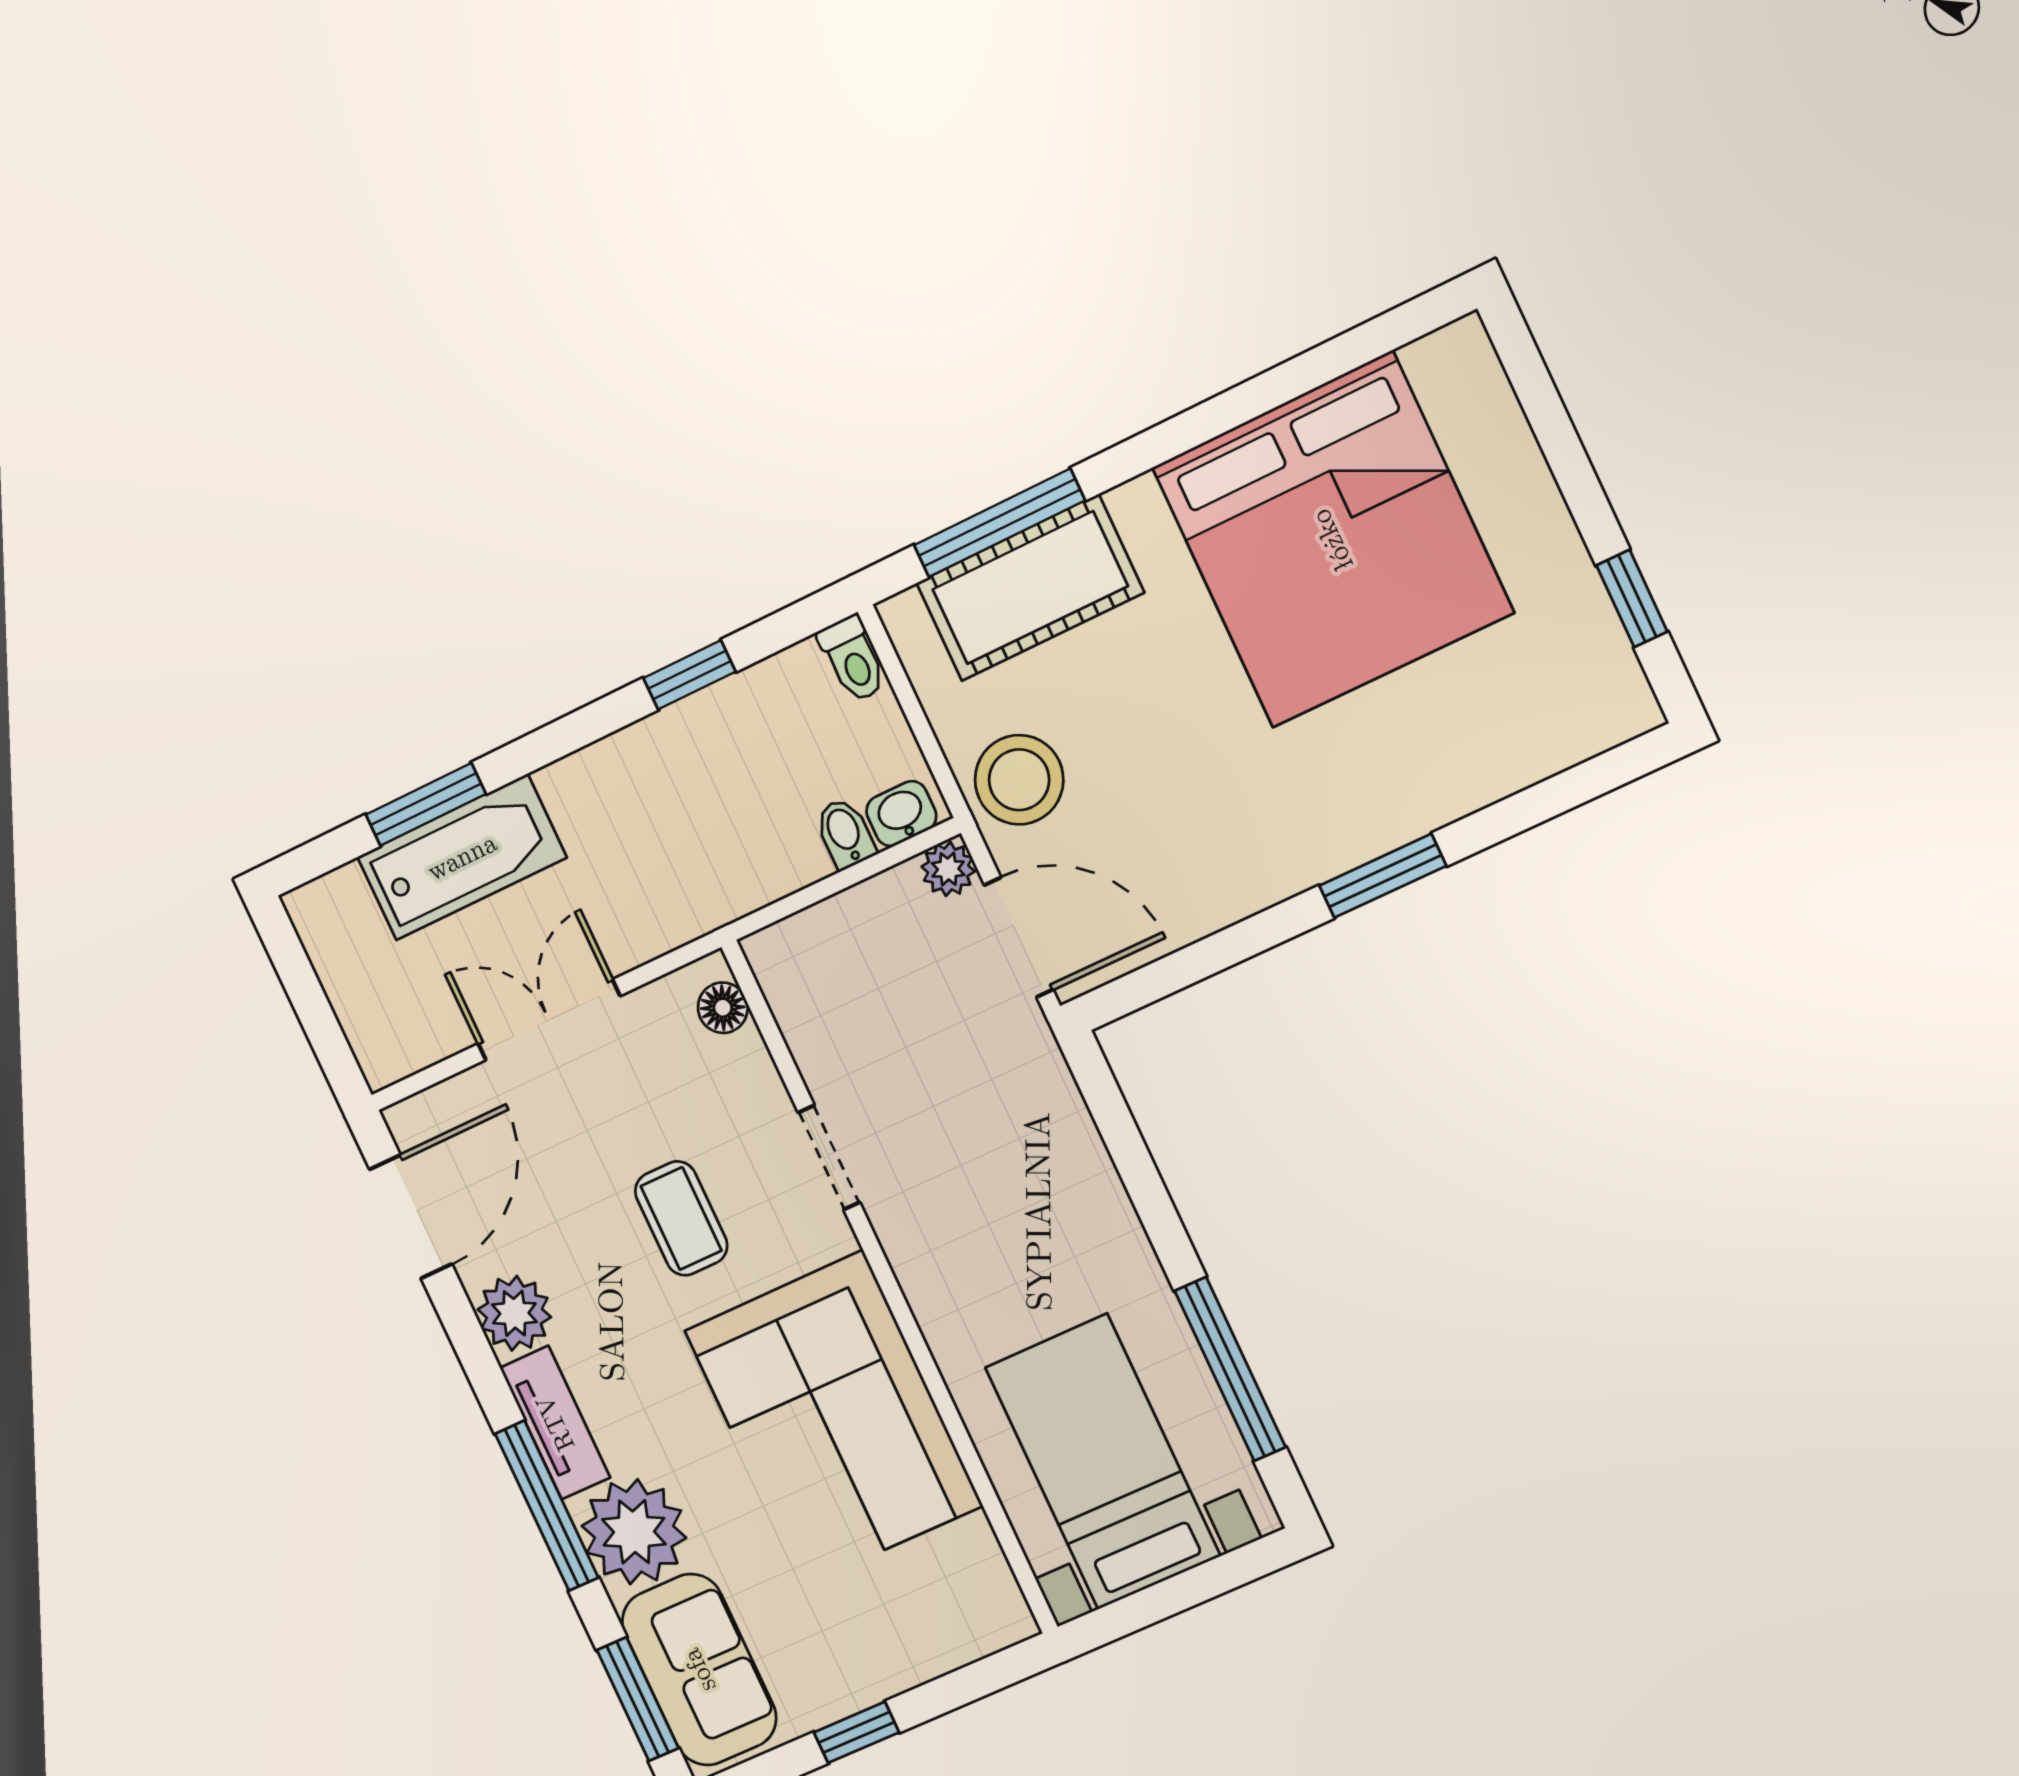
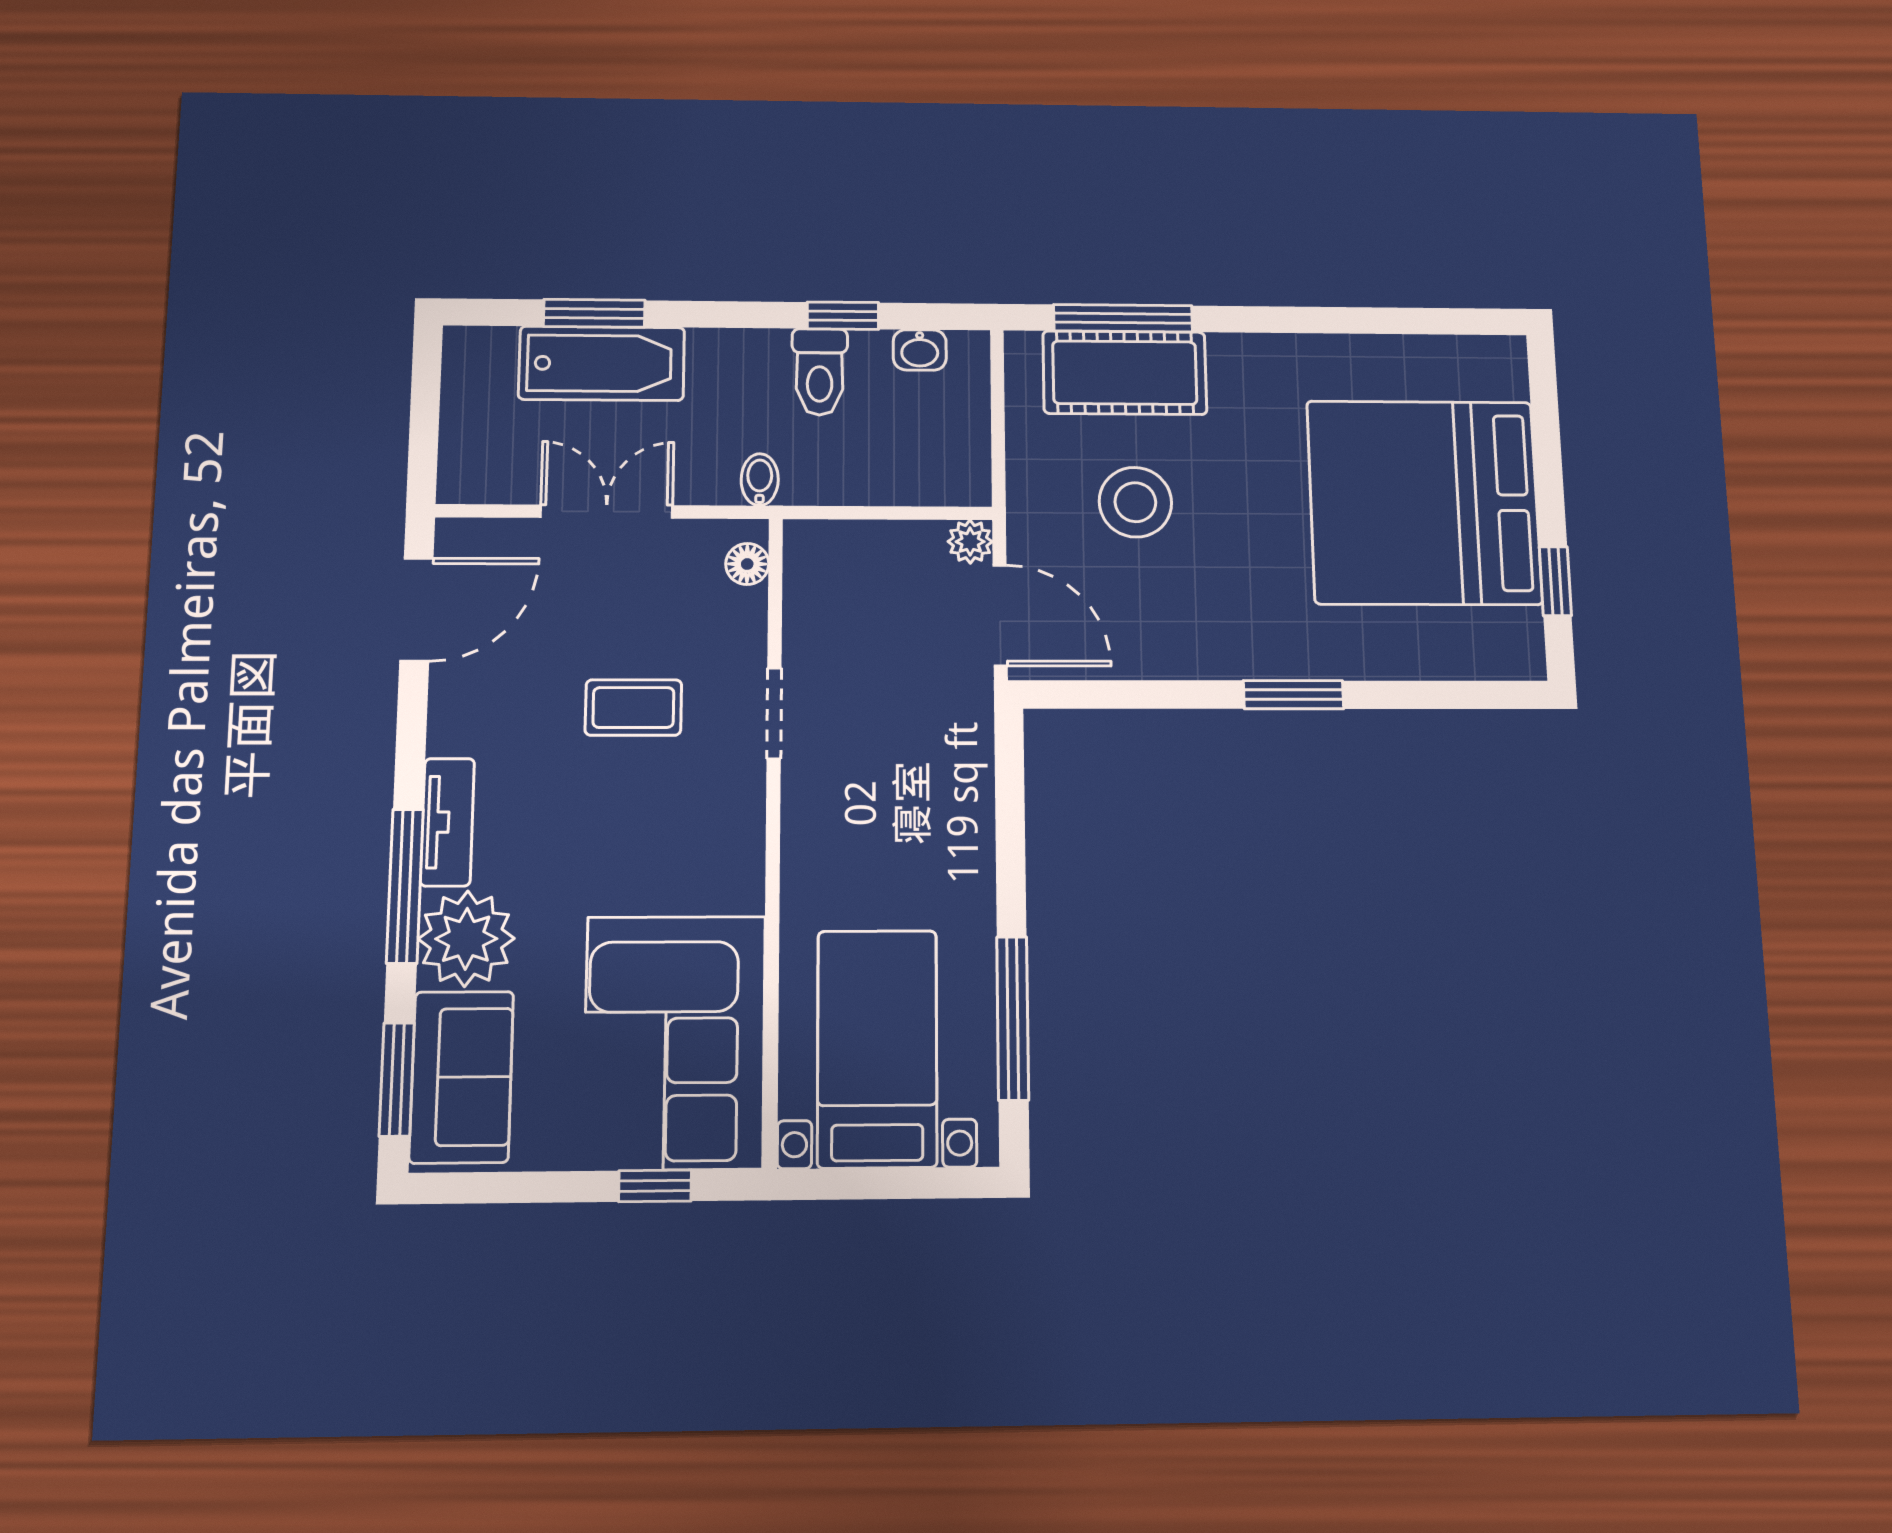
bed: (1332, 540) -> (1424, 502), moved, turned 90
toilet: (853, 659) -> (820, 372), moved, width x1.37, depth x1.39
stool: (1019, 780) -> (1135, 502), moved
washbasin: (901, 814) -> (920, 350), moved, turned 180
bidet: (845, 833) -> (760, 480), moved
coffee table: (681, 1218) -> (633, 707), turned 90
plant: (514, 1313) -> (460, 721), removed
corner sofa: (833, 1418) -> (675, 1042), moved
window: (856, 1732) -> (655, 1186), moved

